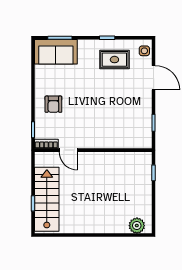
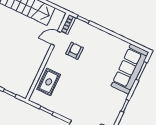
sofa: (56, 52) -> (130, 69), width x1.36
rug: (114, 60) -> (49, 82), moved
armchair: (53, 104) -> (75, 51), moved, turned 90

